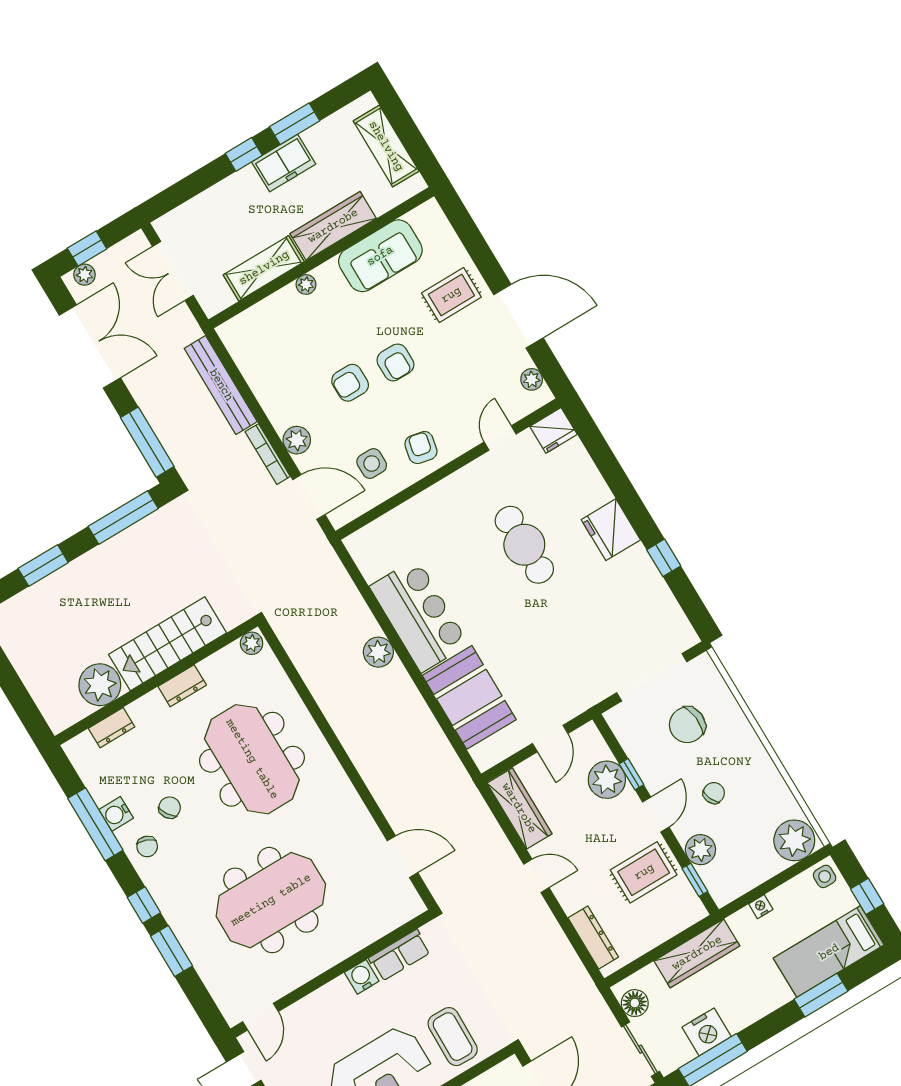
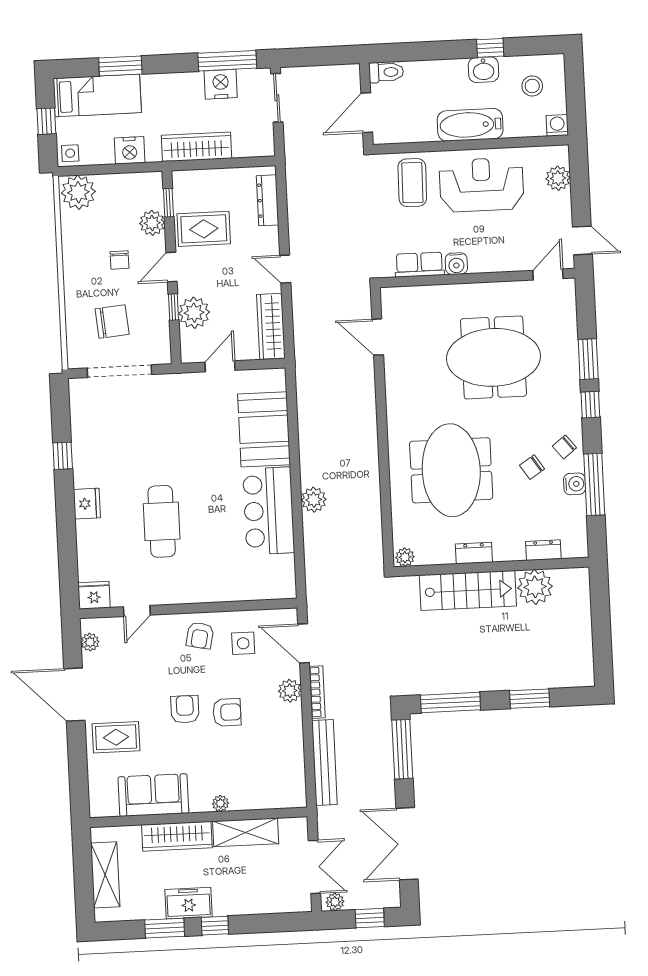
plant: (85, 275) -> (335, 902), moved
fridge: (611, 530) -> (87, 504), width x0.73, depth x0.75
chair: (714, 793) -> (120, 260), turned -67
chair: (147, 847) -> (564, 447), turned -148
nightstand: (761, 907) -> (130, 150), width x1.89, depth x1.79
floor lamp: (635, 1003) -> (263, 135), removed

